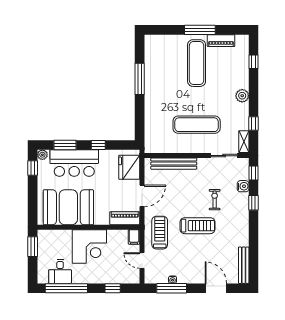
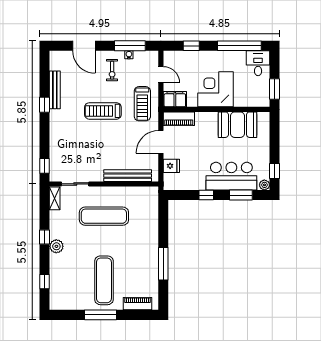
piano: (221, 41) -> (137, 304), moved
window: (254, 123) -> (45, 237), moved
fridge: (129, 167) -> (171, 166), width x0.53, depth x0.75
water cooler: (243, 186) -> (55, 152), removed
exercise bike: (215, 200) -> (112, 70), moved
window: (254, 203) -> (45, 105), moved
booth: (68, 207) -> (237, 125), width x0.73, depth x0.70
filing cabinet: (134, 237) -> (175, 99), width x2.00
bench: (244, 265) -> (55, 90), moved
desk: (60, 272) -> (258, 63), moved

